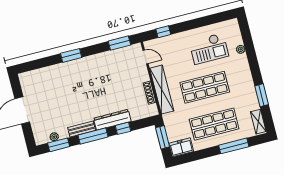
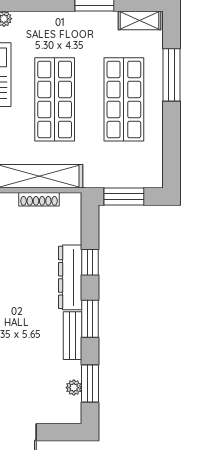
window: (93, 136) -> (90, 319), width x0.69
freezer: (181, 147) -> (150, 168), removed

